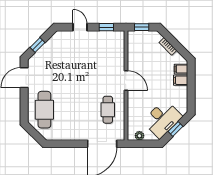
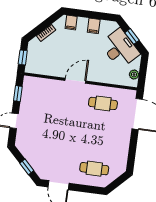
filing cabinet: (181, 80) -> (94, 26), moved
cafe table: (44, 110) -> (94, 169), width x0.73, depth x0.74

